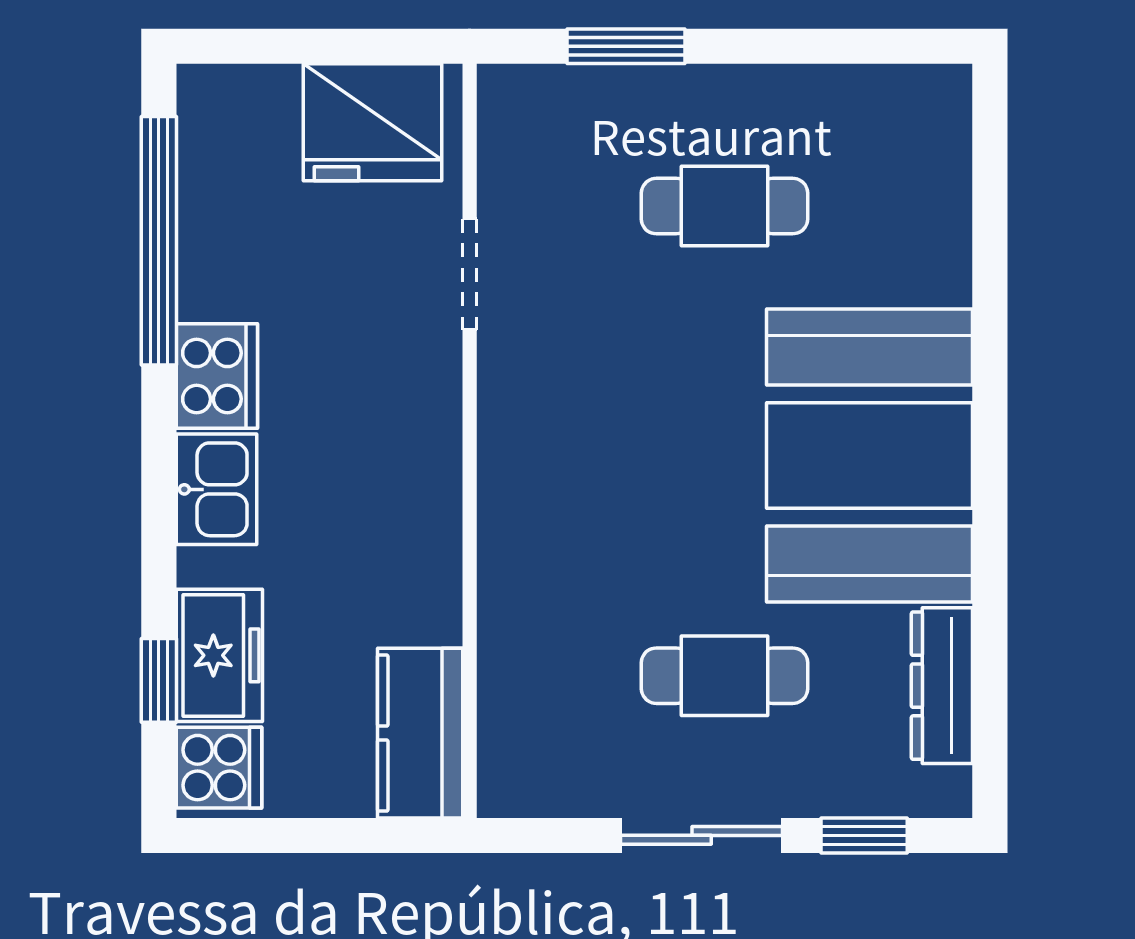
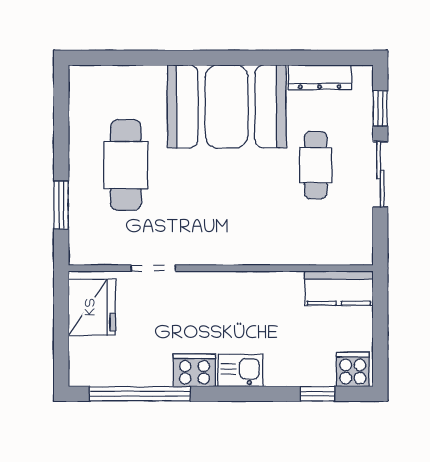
cafe table: (725, 206) -> (126, 165), width x1.37, depth x1.35
freezer: (219, 655) -> (307, 369), removed

